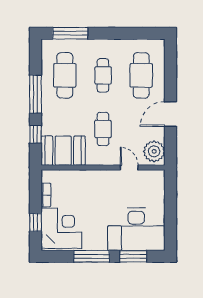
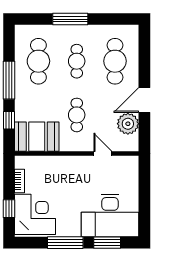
window: (70, 33) -> (70, 19), moved
plant: (154, 151) -> (128, 124), moved

